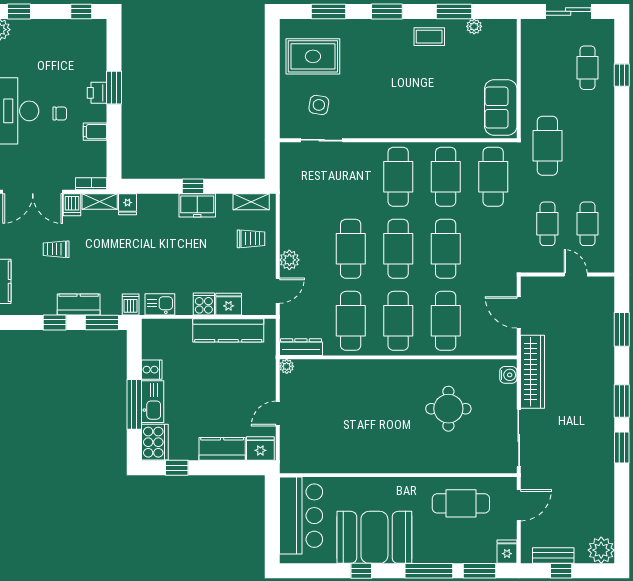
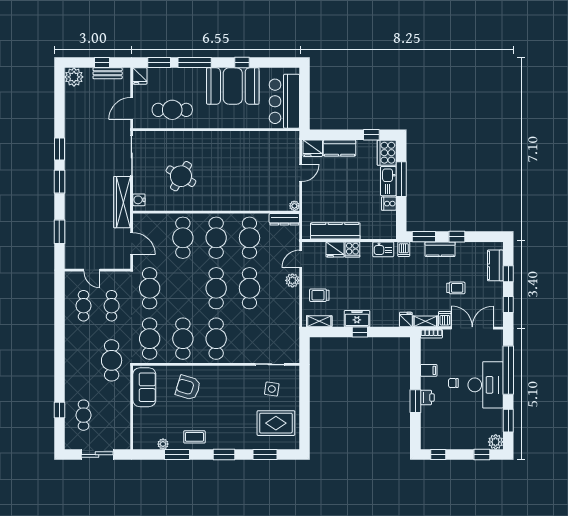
armchair: (438, 107) -> (188, 388), added
cafe table: (446, 249) -> (150, 288), moved
round table: (448, 409) -> (181, 176), turned 30

